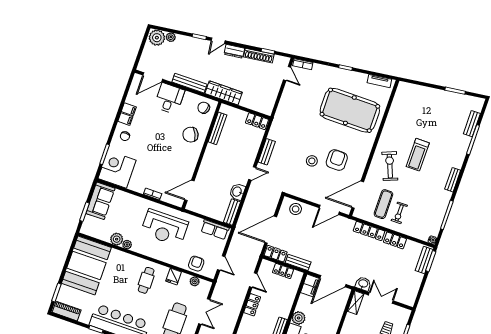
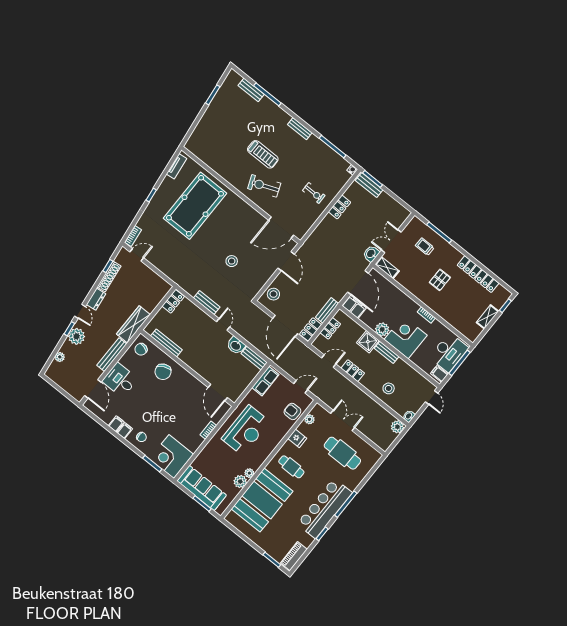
plant: (157, 38) -> (77, 336), moved
armchair: (337, 160) -> (240, 236), removed
door: (358, 195) -> (281, 228), hinge flipped
sofa: (100, 201) -> (202, 488), width x1.36
exercise mat: (383, 204) -> (300, 206), removed
locker: (369, 231) -> (321, 229), removed
booth: (86, 265) -> (262, 500), moved, turned 90
shower: (283, 309) -> (368, 342), added

